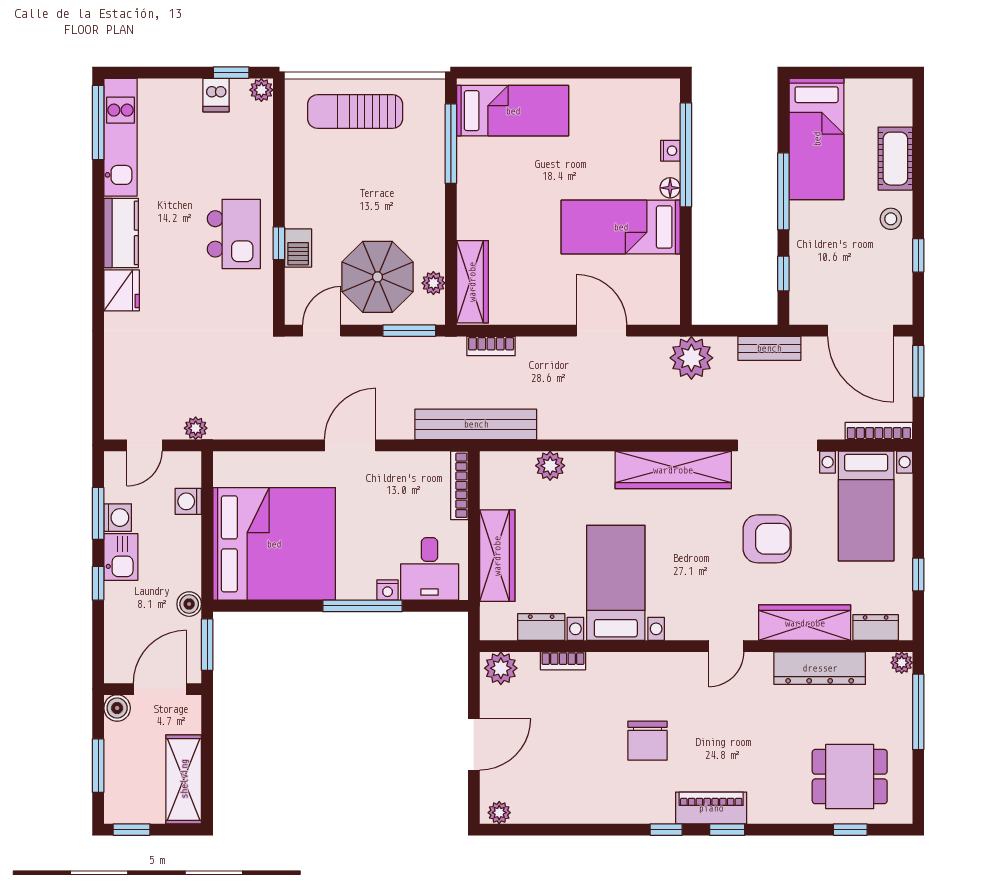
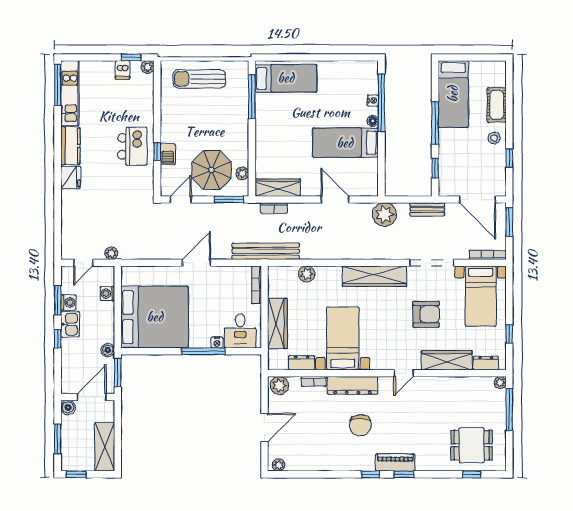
wardrobe: (472, 282) -> (278, 188), moved, turned -90
dresser: (820, 668) -> (353, 385), moved

